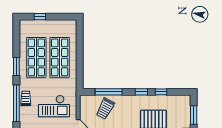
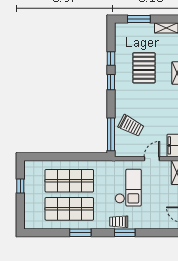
window: (40, 17) -> (20, 186), moved
window: (109, 92) -> (111, 134), moved
window: (16, 103) -> (125, 233), width x0.47

